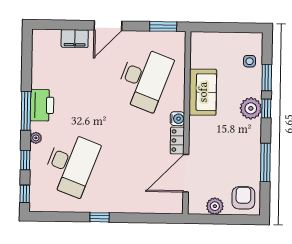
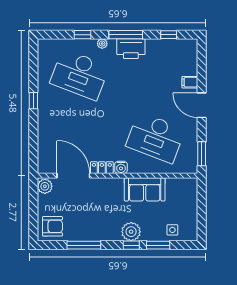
filing cabinet: (75, 39) -> (190, 82), width x0.50
window: (25, 194) -> (169, 35), moved
plant: (215, 206) -> (45, 186), moved

